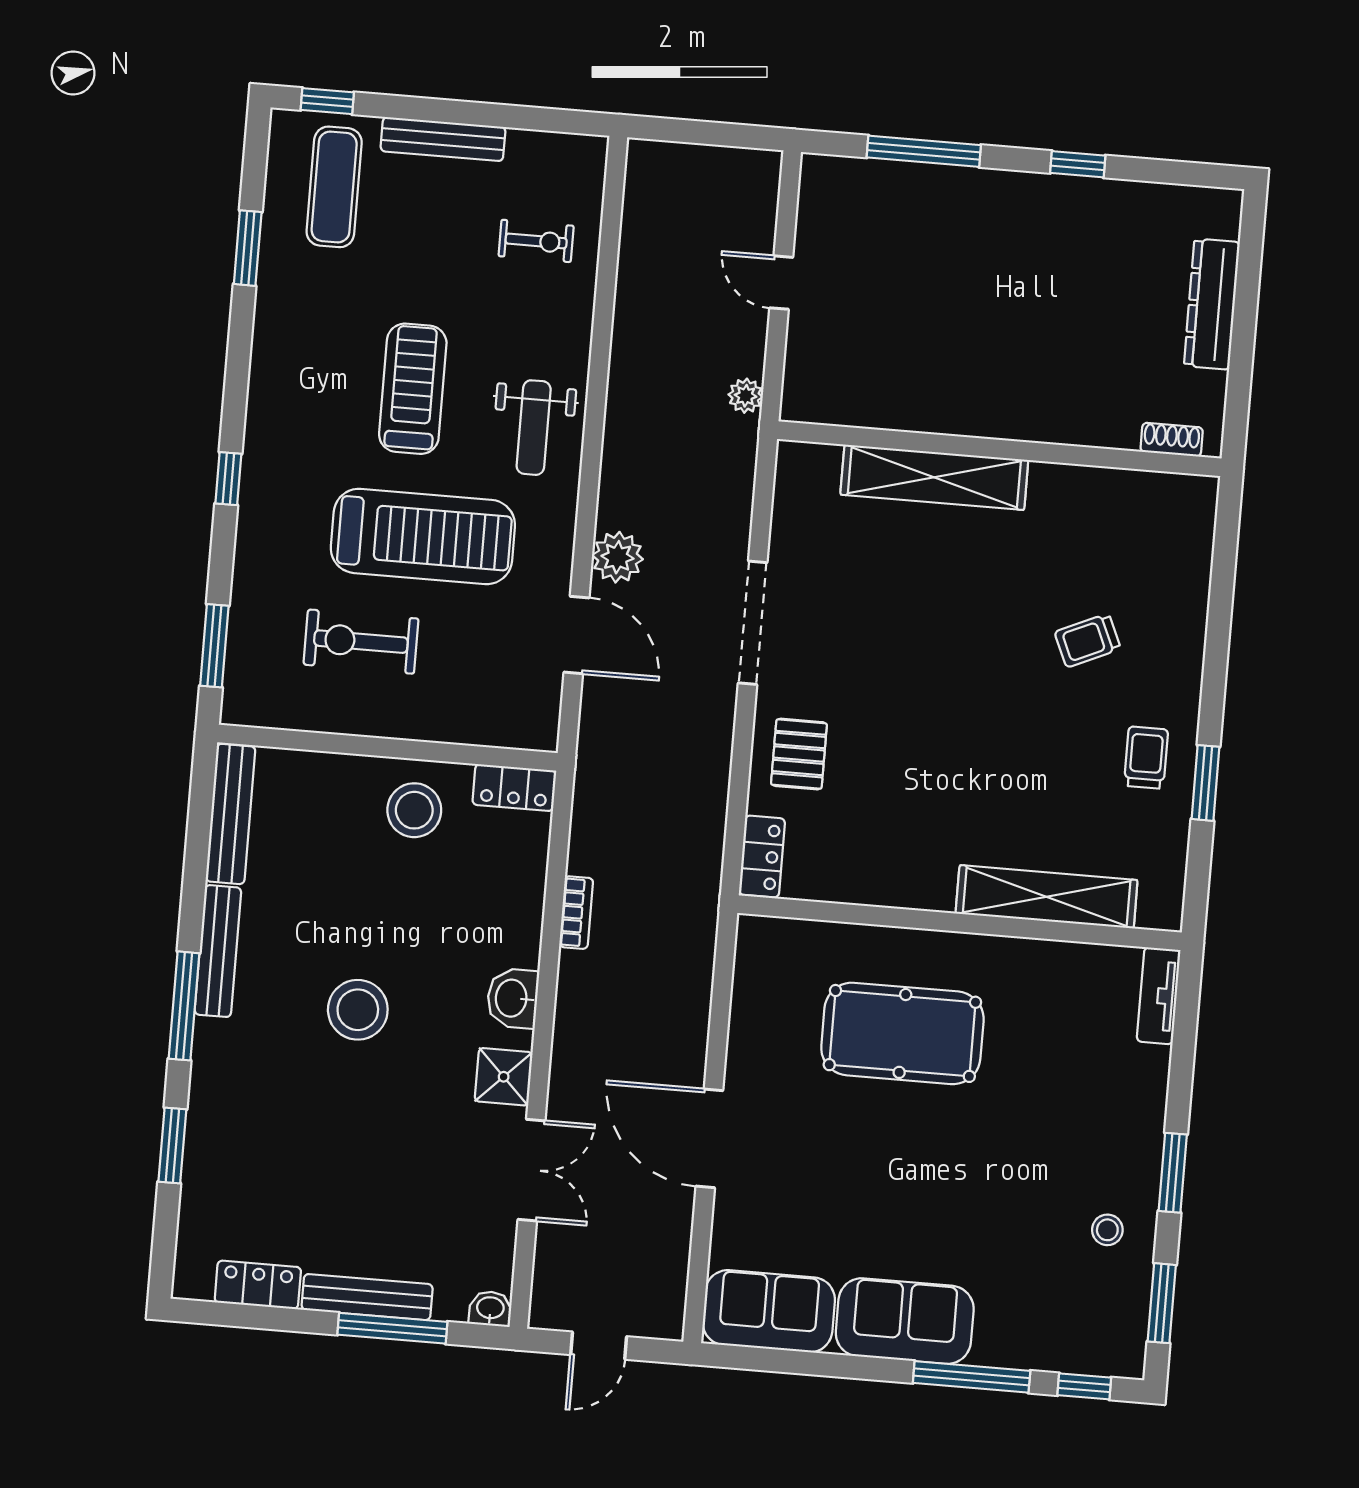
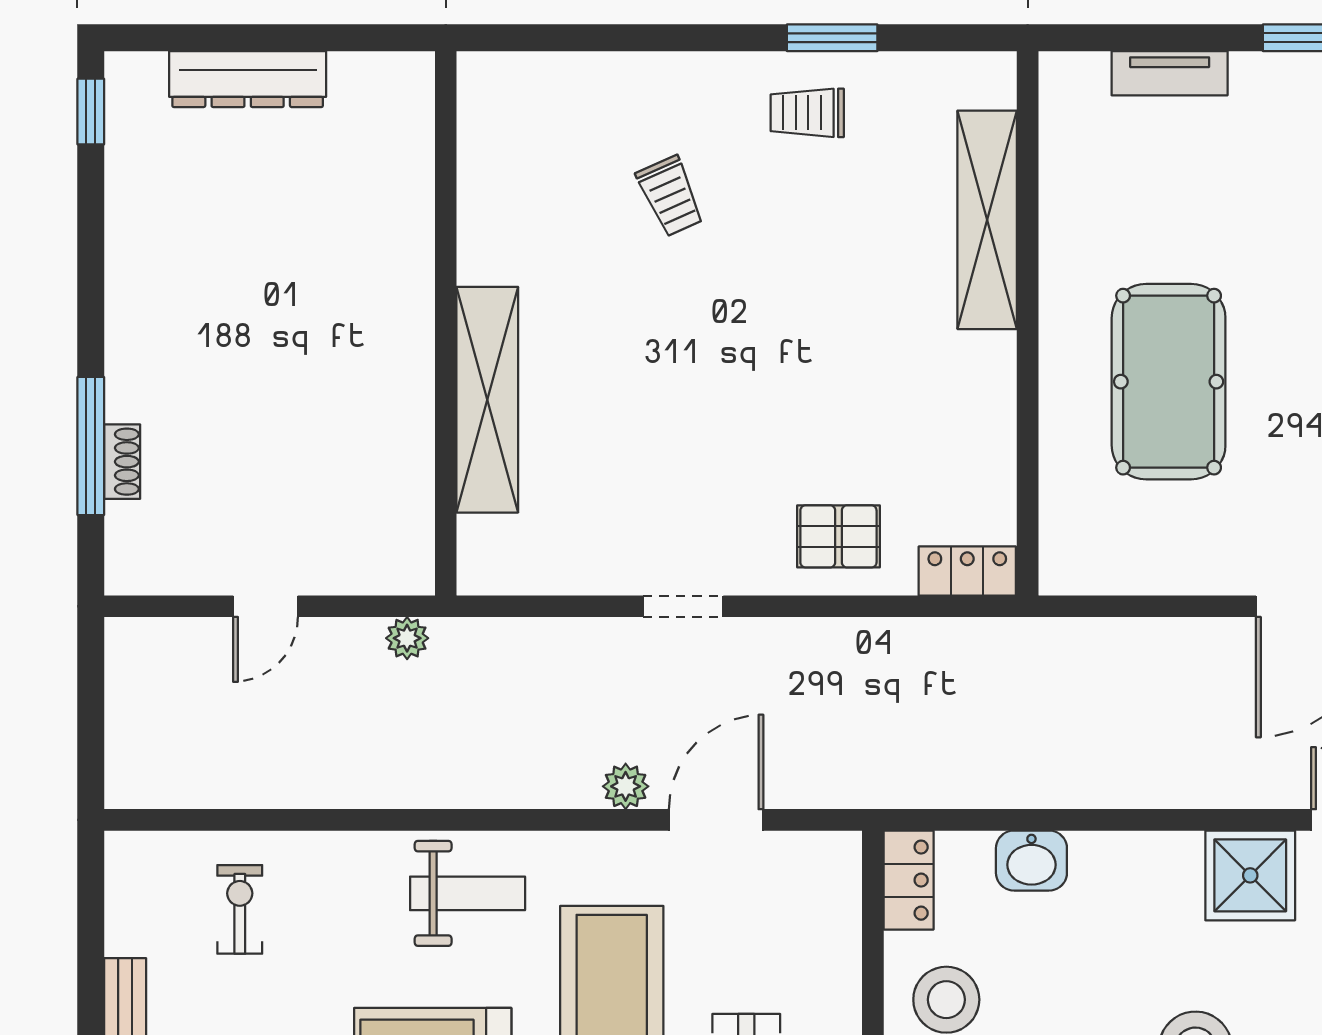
window: (1078, 164) -> (91, 112), moved
shoe rack: (1172, 440) -> (122, 462), moved, turned 180
plant: (617, 557) -> (626, 786), width x0.73, depth x0.73
doorway: (753, 623) -> (683, 606), width x0.53
bookcase: (576, 913) -> (1055, 792), removed
tv unit: (1159, 996) -> (1170, 73), moved
washbasin: (513, 998) -> (1031, 861), moved
shower: (504, 1077) -> (1250, 875), width x1.36, depth x1.36

